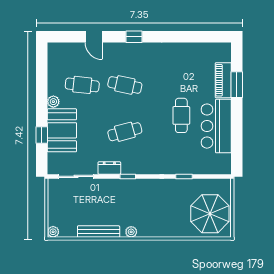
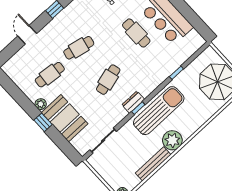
door: (94, 37) -> (27, 35), swing flipped
window: (42, 135) -> (43, 122), moved
dresser: (109, 168) -> (133, 102), moved
sun lounger: (142, 193) -> (159, 111), added
plant: (131, 232) -> (172, 140), width x1.88, depth x1.88

